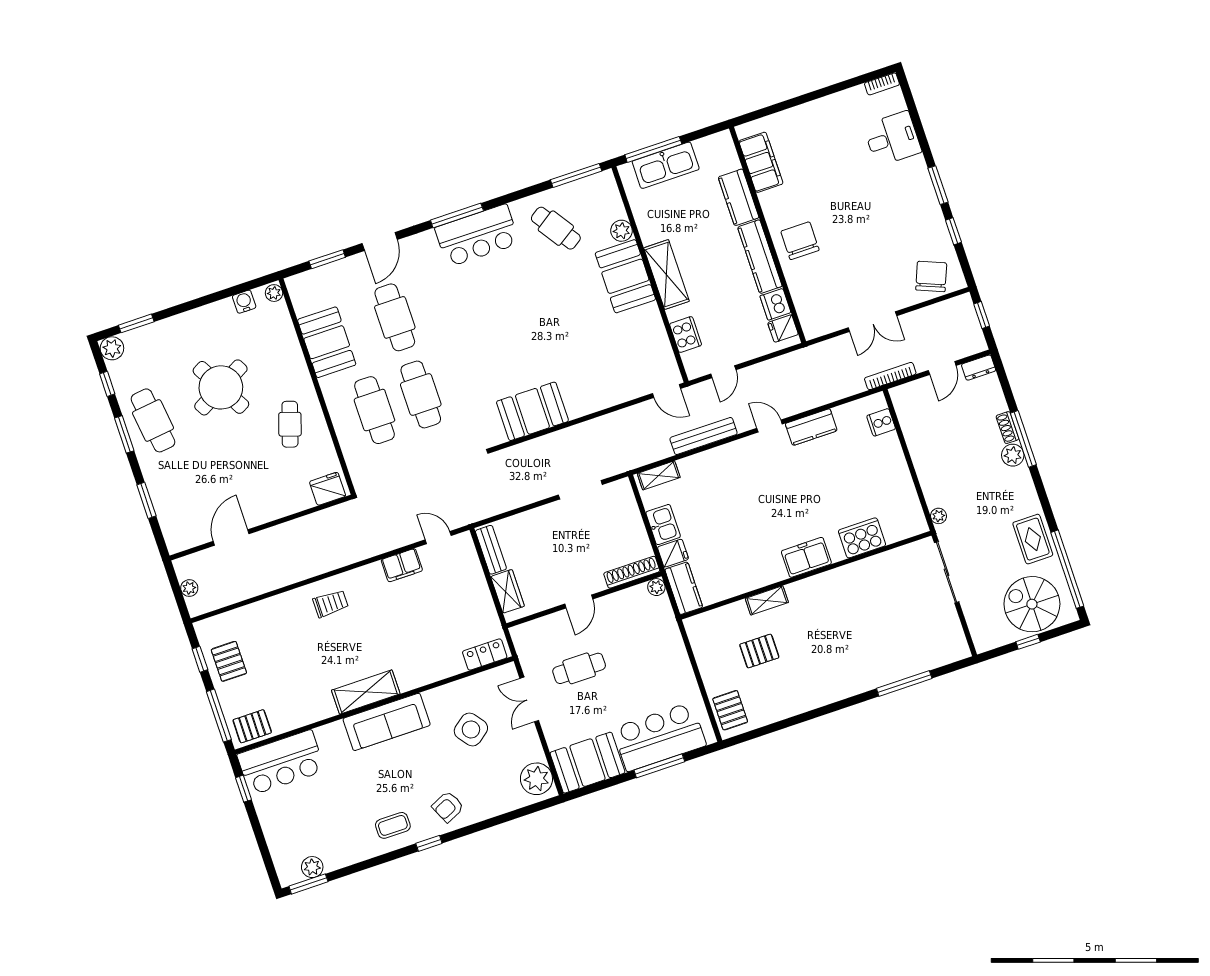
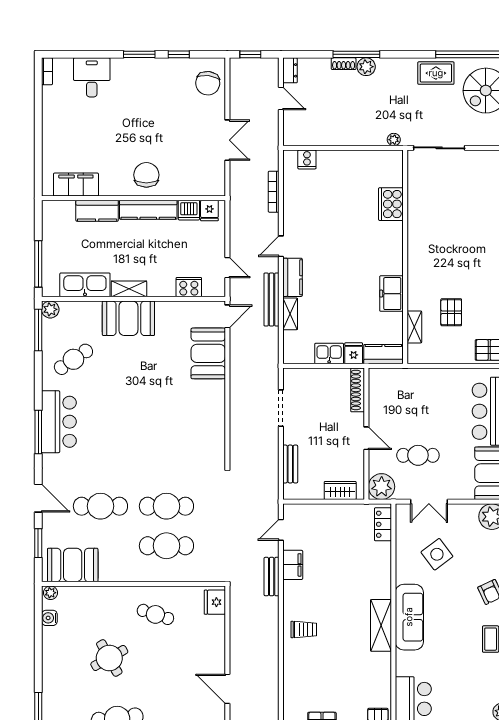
kitchen sink: (666, 165) -> (85, 285), moved, turned -90
plant: (621, 231) -> (50, 309), moved
chair: (800, 241) -> (146, 175), turned 90
shelving: (666, 275) -> (129, 289), width x0.67, depth x0.75
chair: (931, 276) -> (208, 83), turned -105
booth: (327, 342) -> (73, 565), moved
bookcase: (890, 376) -> (274, 192), moved
round table: (221, 387) -> (109, 658), width x0.73, depth x0.73
booth: (532, 411) -> (208, 353), moved
kitchen counter: (811, 427) -> (293, 277), moved
shelving: (659, 475) -> (290, 314), moved
bench: (380, 545) -> (272, 577), added
bench: (491, 550) -> (290, 464), moved, turned 90
freezer: (806, 557) -> (391, 294), moved
plant: (656, 587) -> (382, 487), moved, width x1.88, depth x1.88
shelving: (767, 600) -> (414, 327), moved
trolley: (331, 603) -> (304, 630), turned 90
cafe table: (579, 668) -> (418, 455), turned 90

